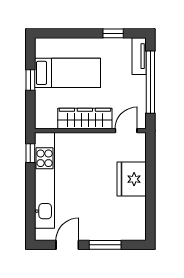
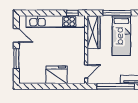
window: (30, 80) -> (117, 13), width x2.17
wardrobe: (85, 119) -> (93, 32), moved
door: (126, 131) -> (86, 71), hinge flipped

